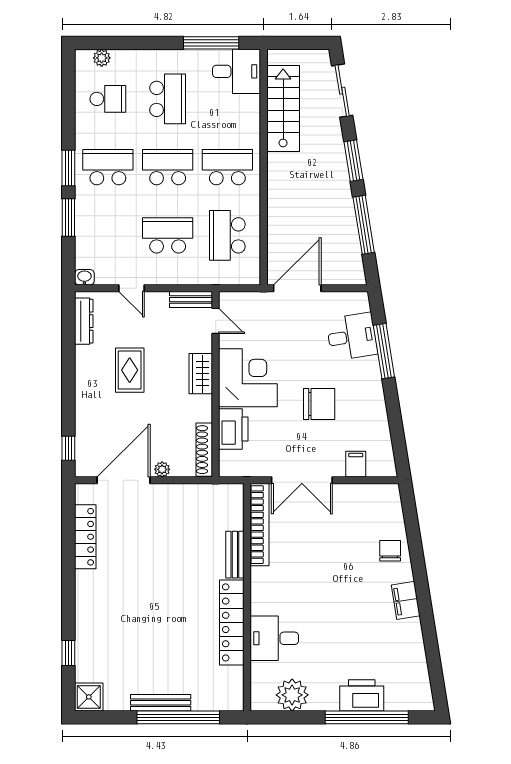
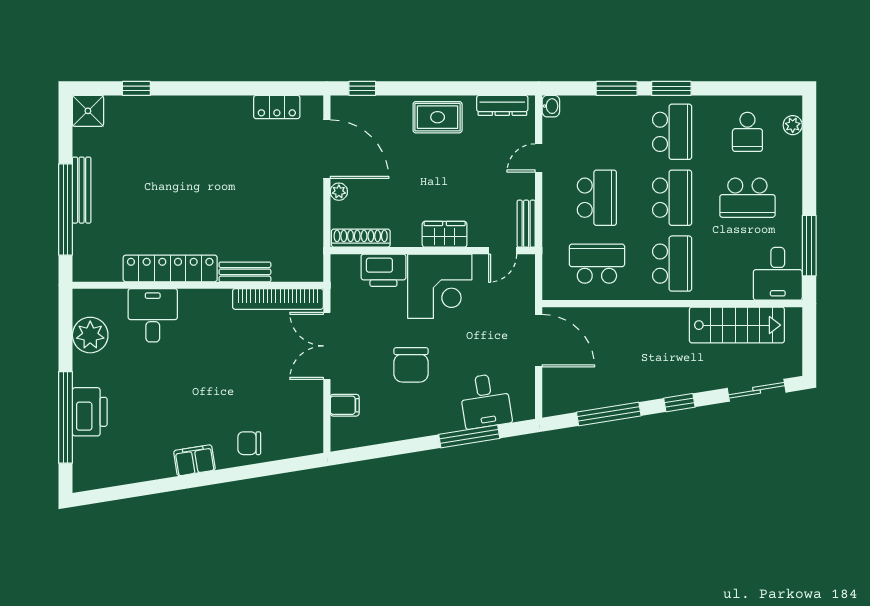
window: (353, 161) -> (679, 403), width x0.67
rug: (130, 370) -> (438, 117), moved
locker: (85, 537) -> (277, 107), width x0.66
chair: (390, 551) -> (249, 443), turned 180

